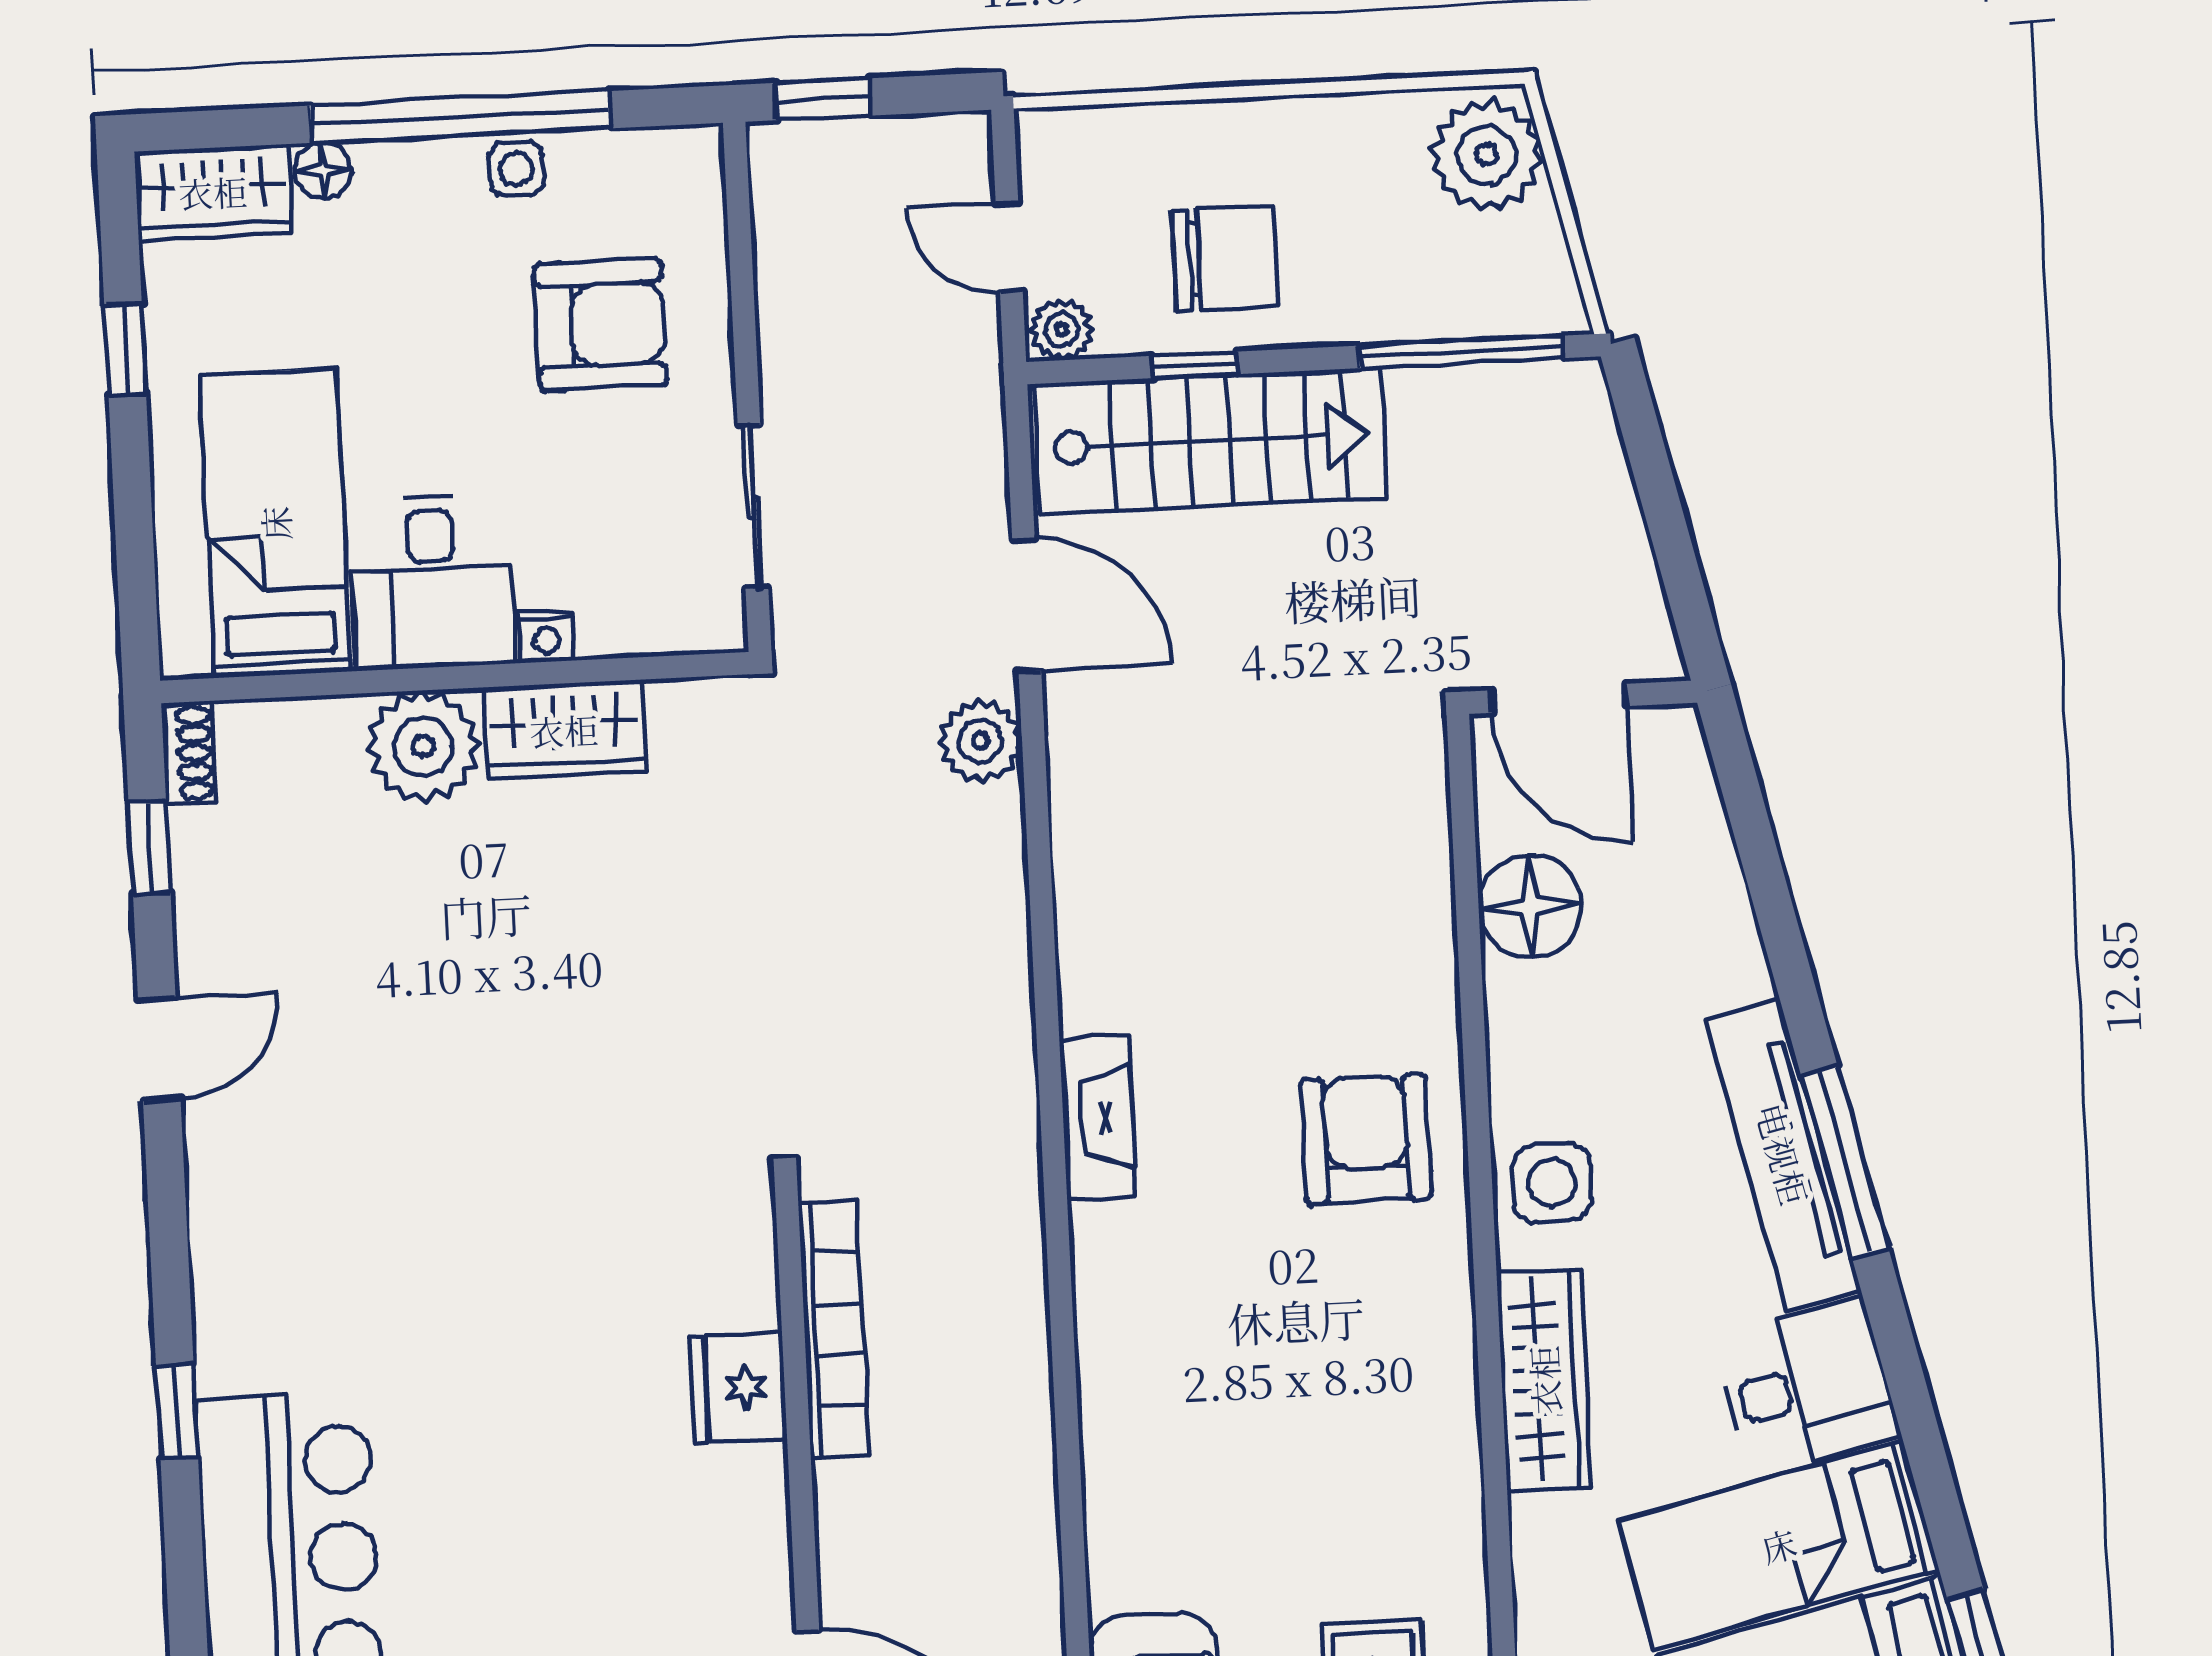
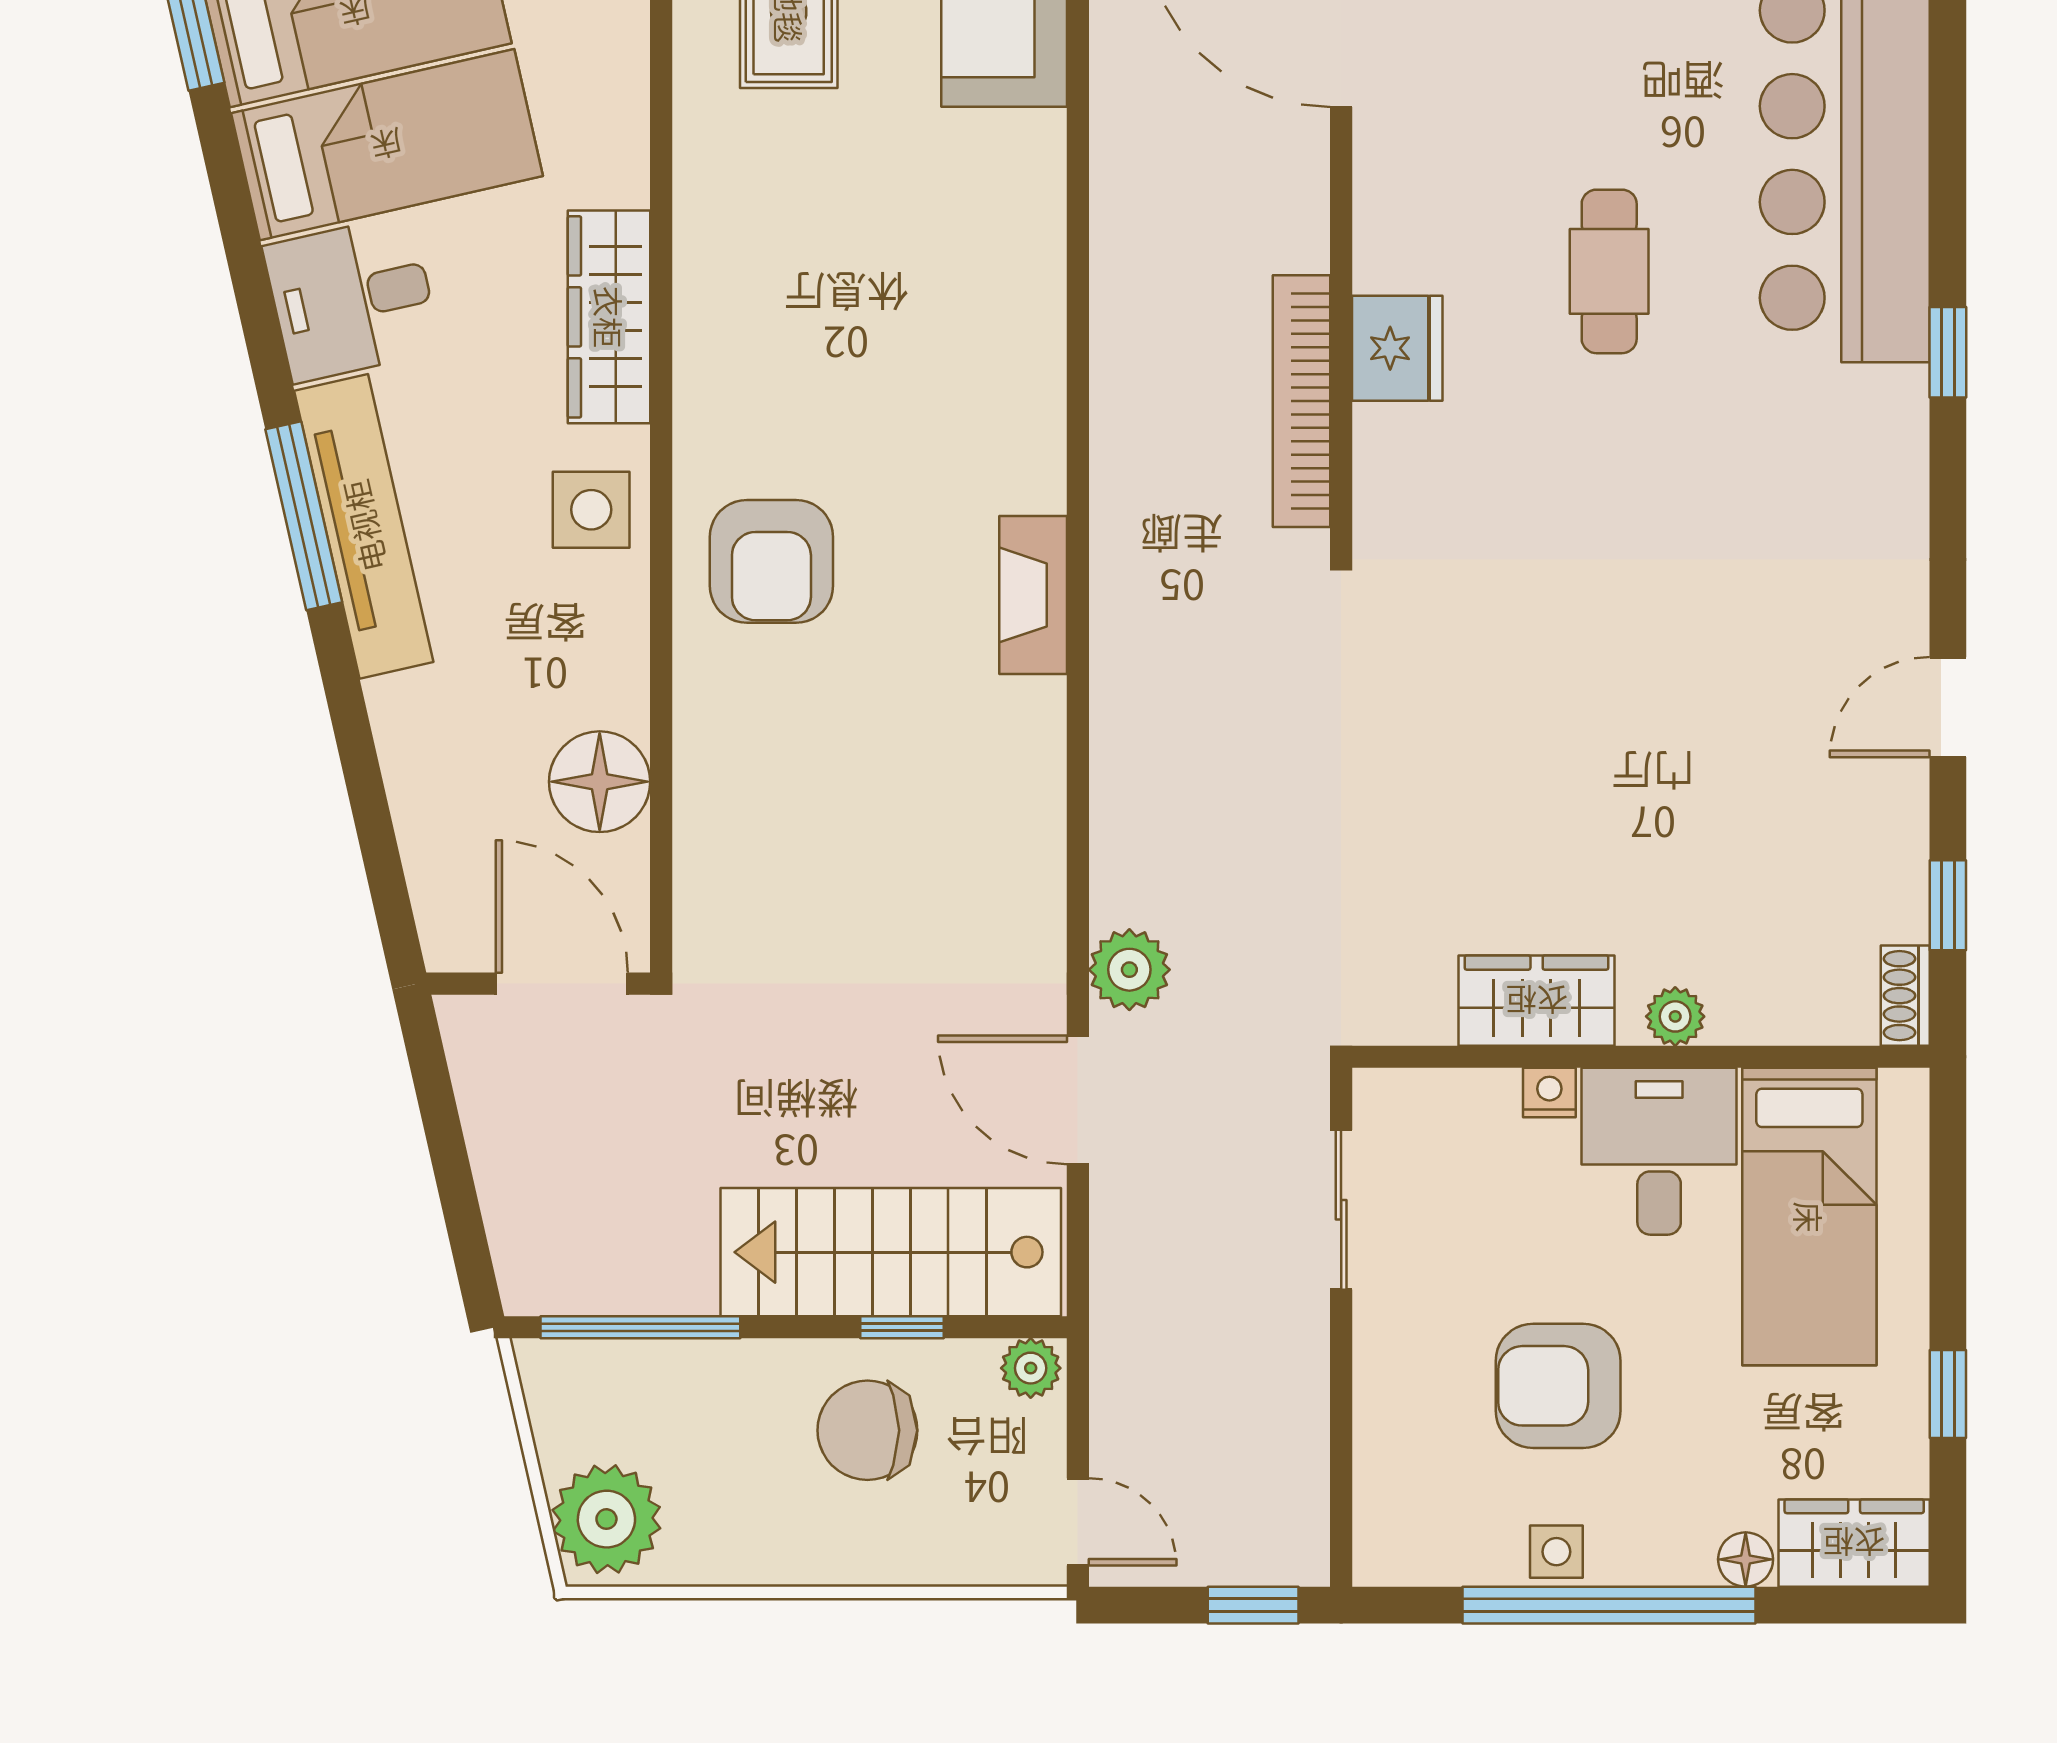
door: (1009, 247) -> (1078, 1522), moved
armchair: (600, 324) -> (1558, 1386), moved
plant: (423, 746) -> (1675, 1016), width x0.53, depth x0.53
cafe table: (526, 1477) -> (1609, 271), added

